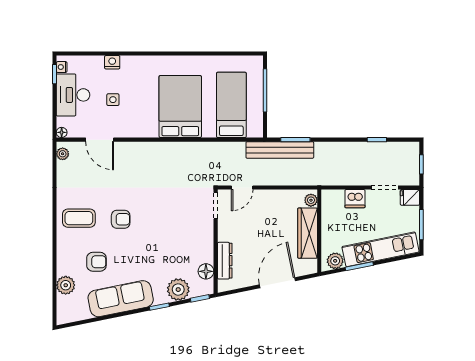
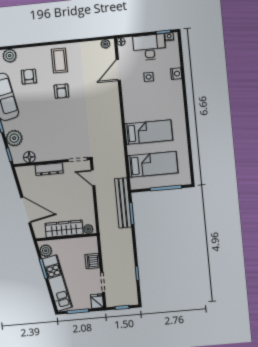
bed: (180, 107) -> (149, 132), width x0.67
dresser: (225, 261) -> (49, 169), moved
armchair: (96, 262) -> (29, 77), turned 180

